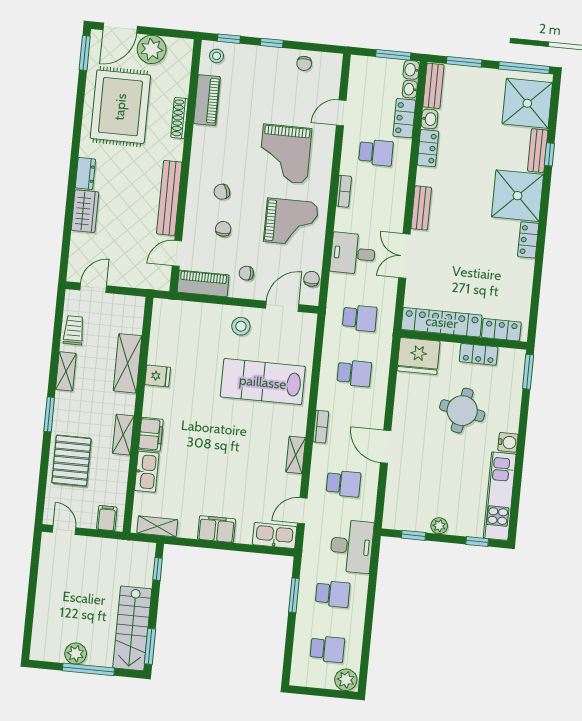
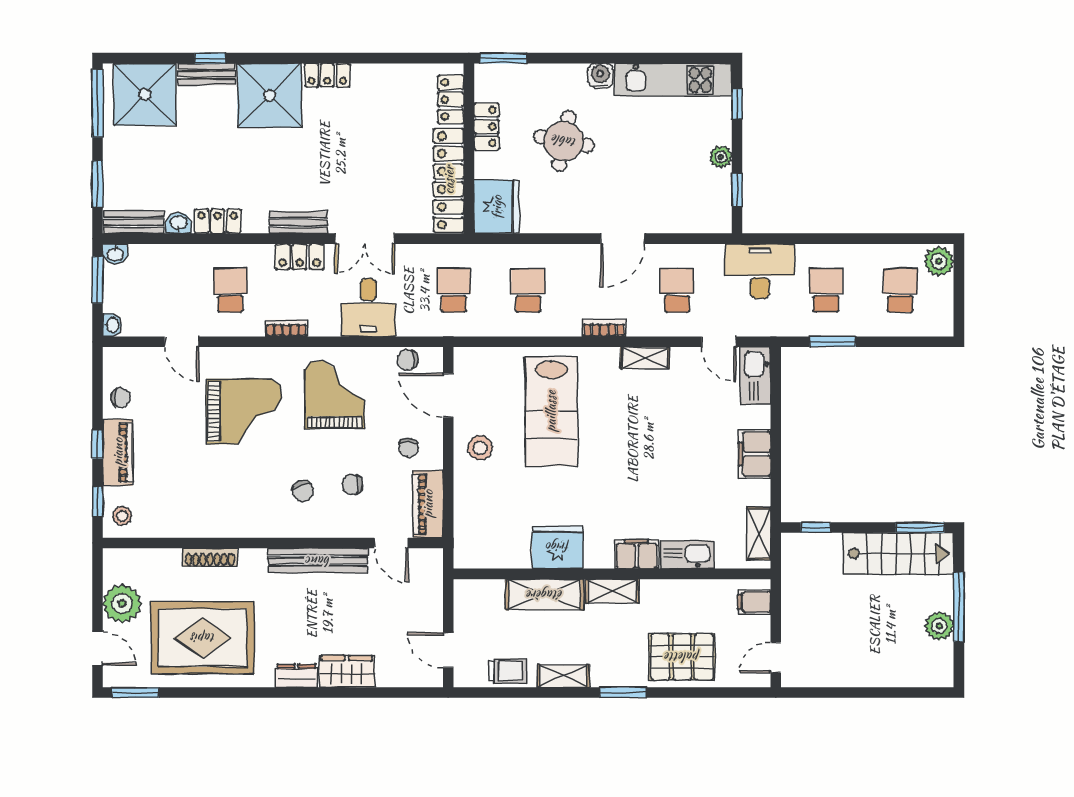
door: (120, 28) -> (97, 649), width x0.73
washbasin: (410, 89) -> (112, 325), moved, turned -90
piano: (207, 100) -> (118, 452), moved, turned 90
locker: (404, 118) -> (299, 257), moved
trolley: (74, 330) -> (507, 671), turned 180
fridge: (158, 376) -> (558, 547), width x1.88, depth x1.34
shelving: (123, 435) -> (612, 591), moved

